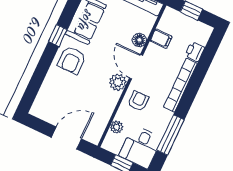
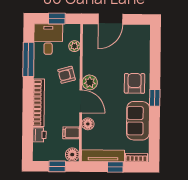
floor lamp: (170, 16) -> (72, 155), added
armchair: (138, 101) -> (67, 75), turned 75

